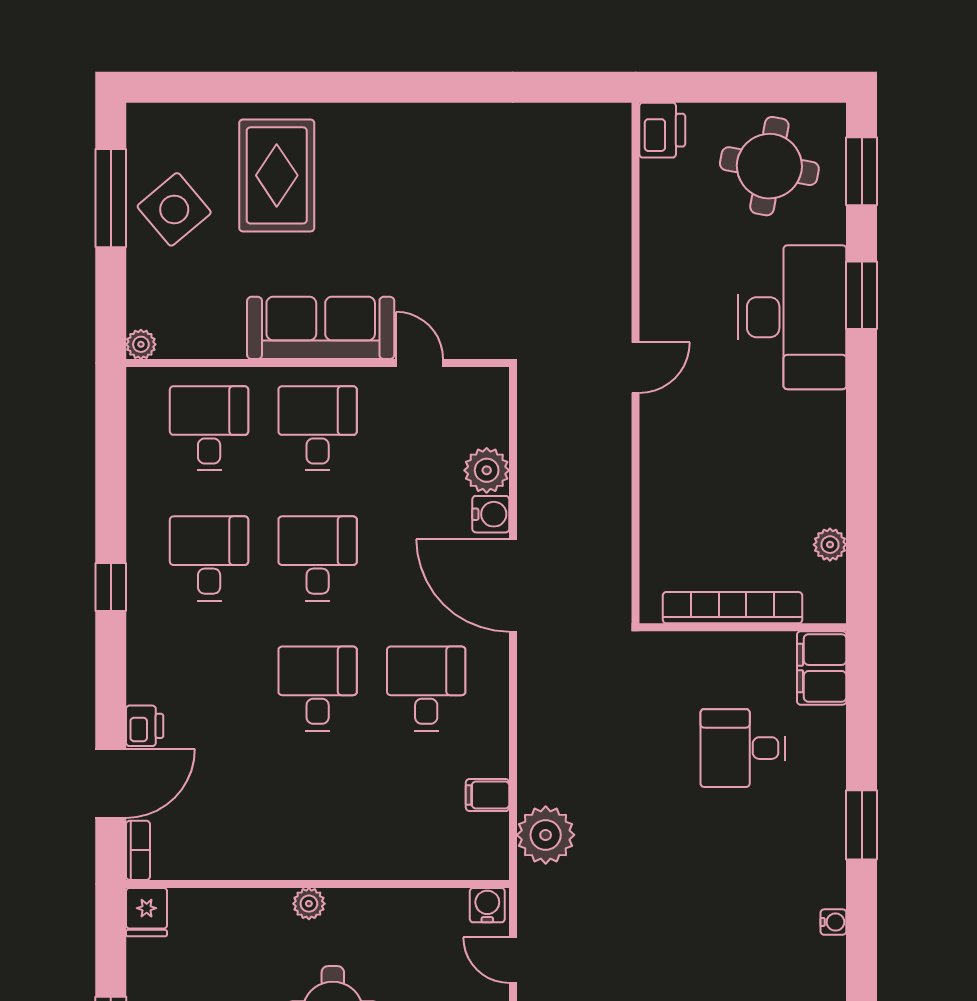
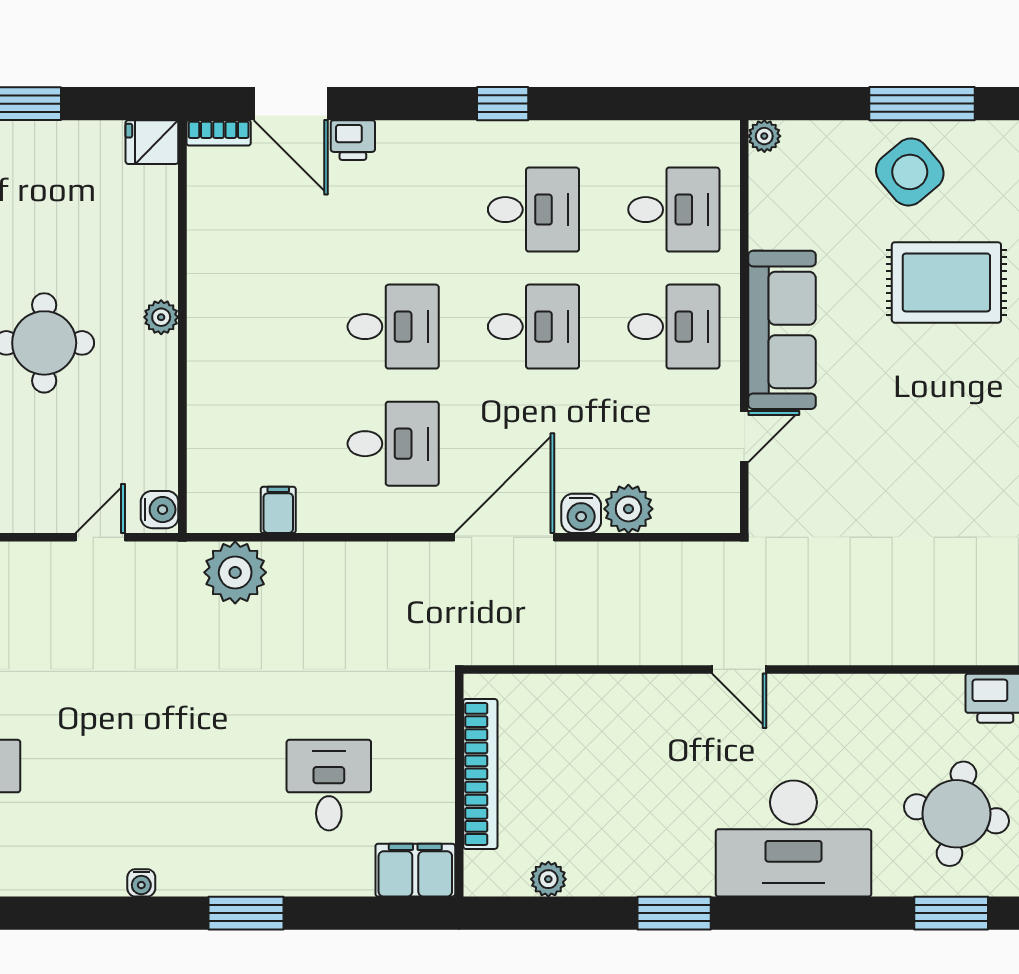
window: (862, 295) -> (674, 913), moved

